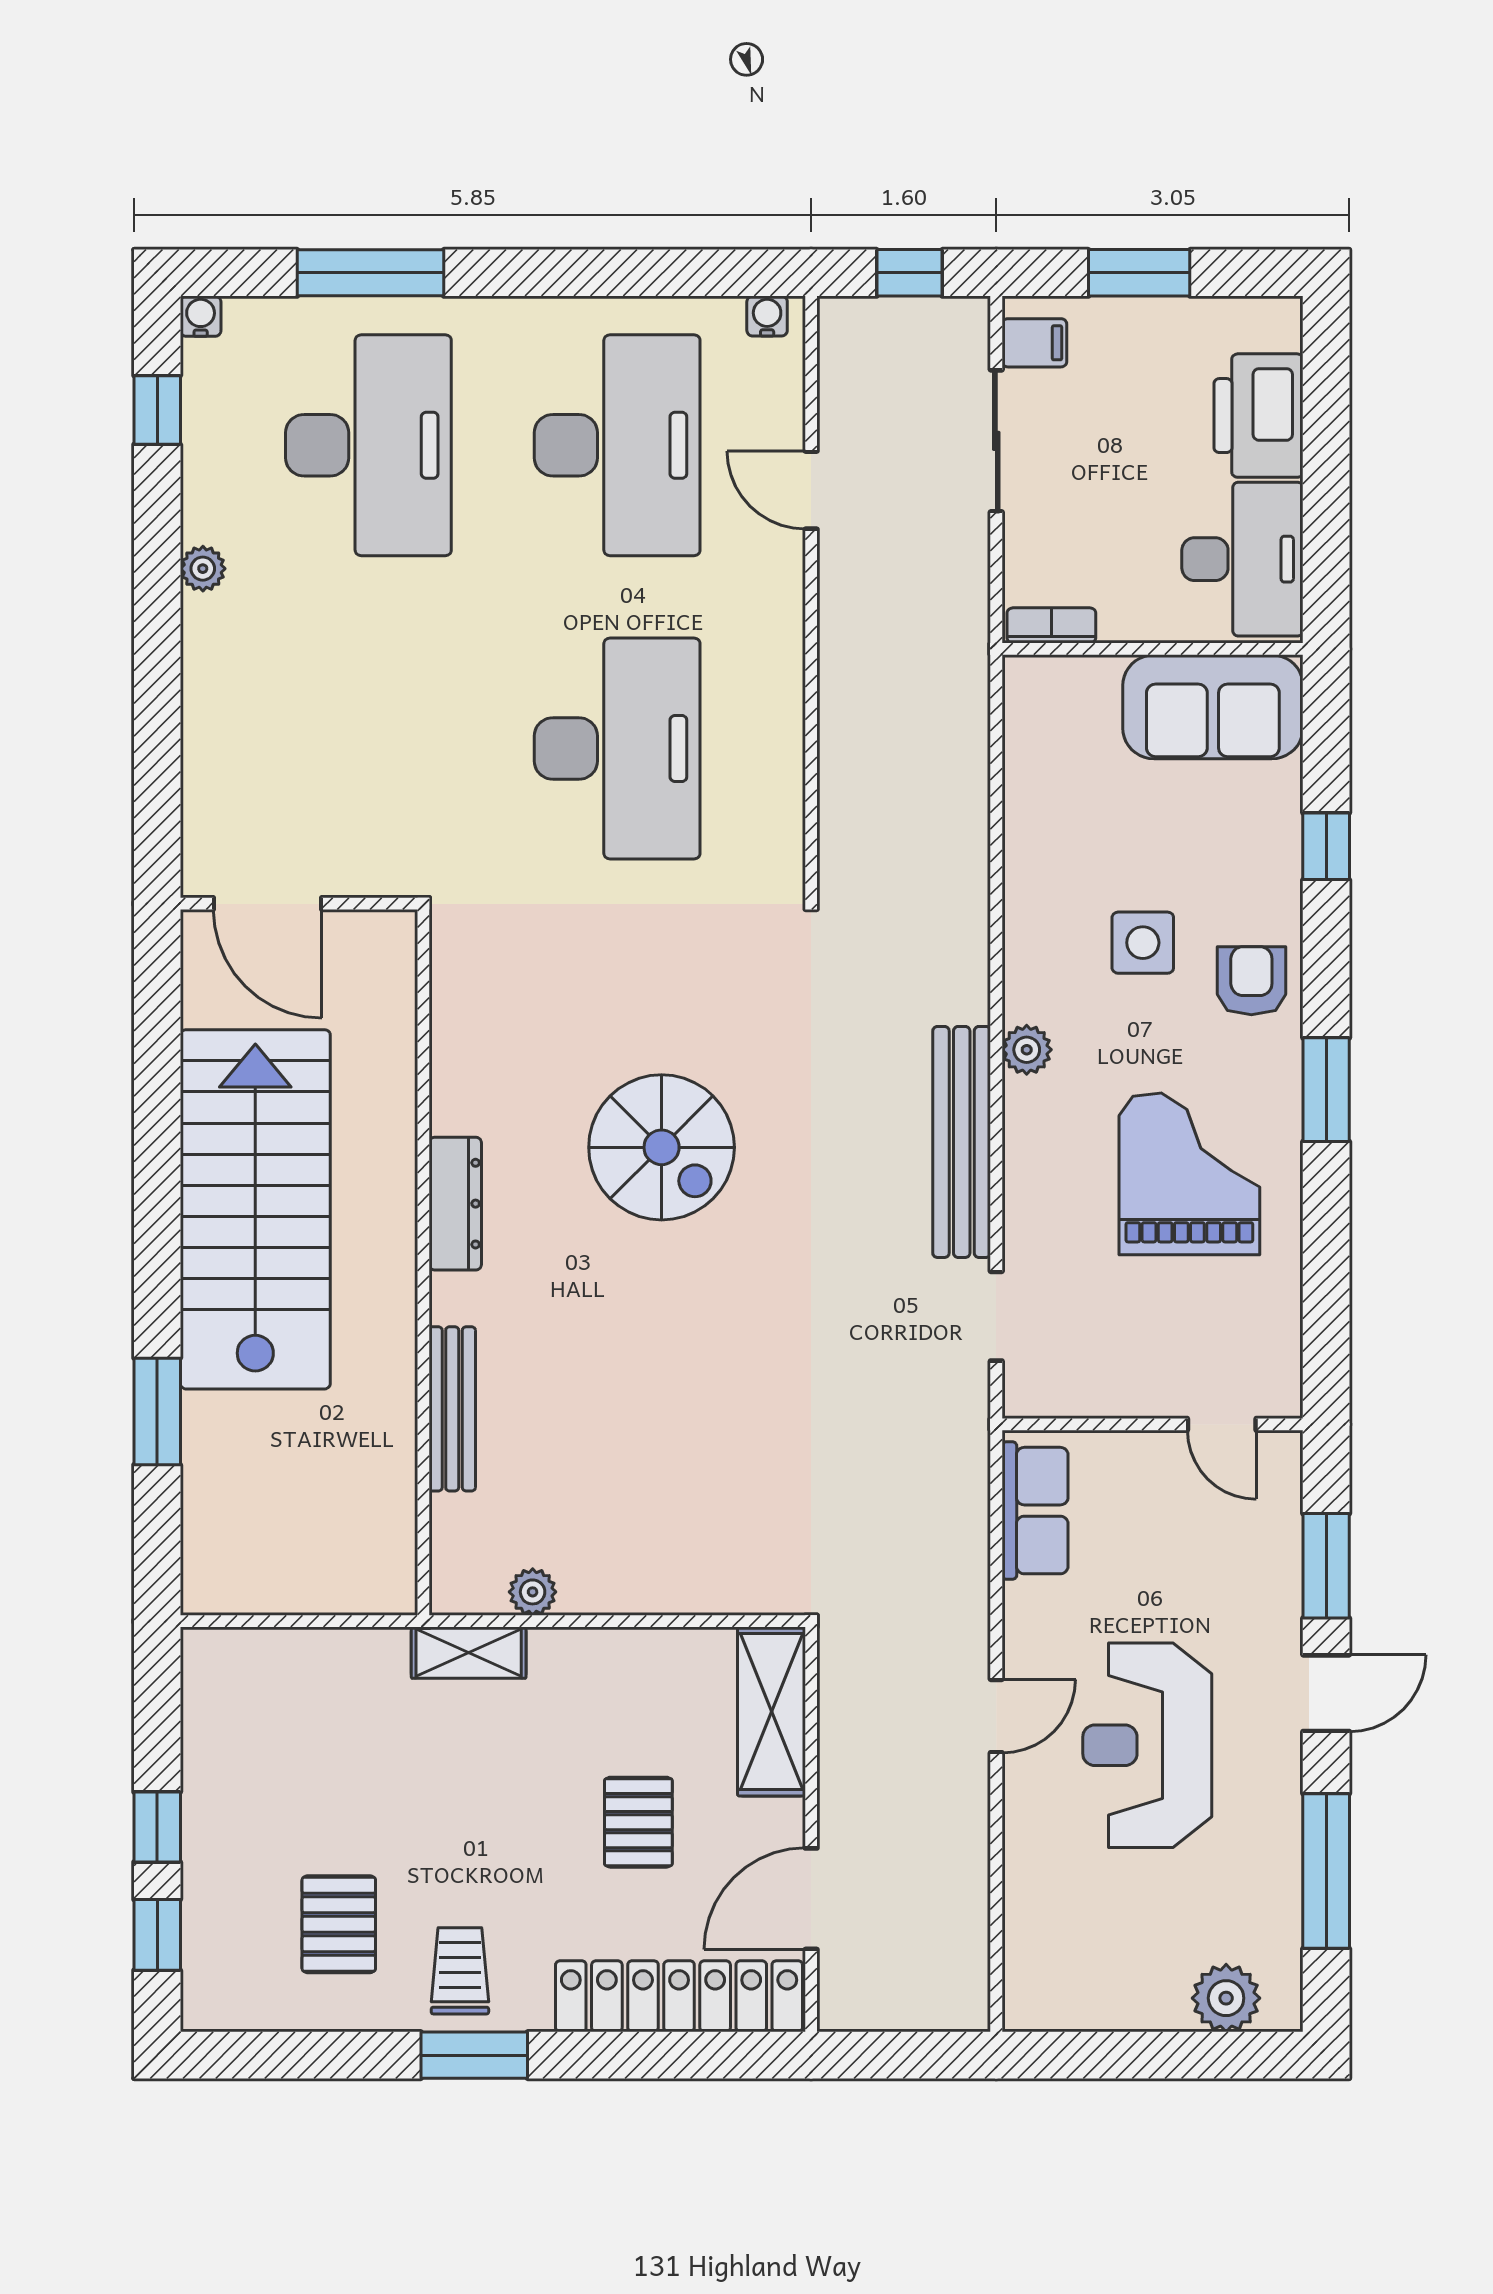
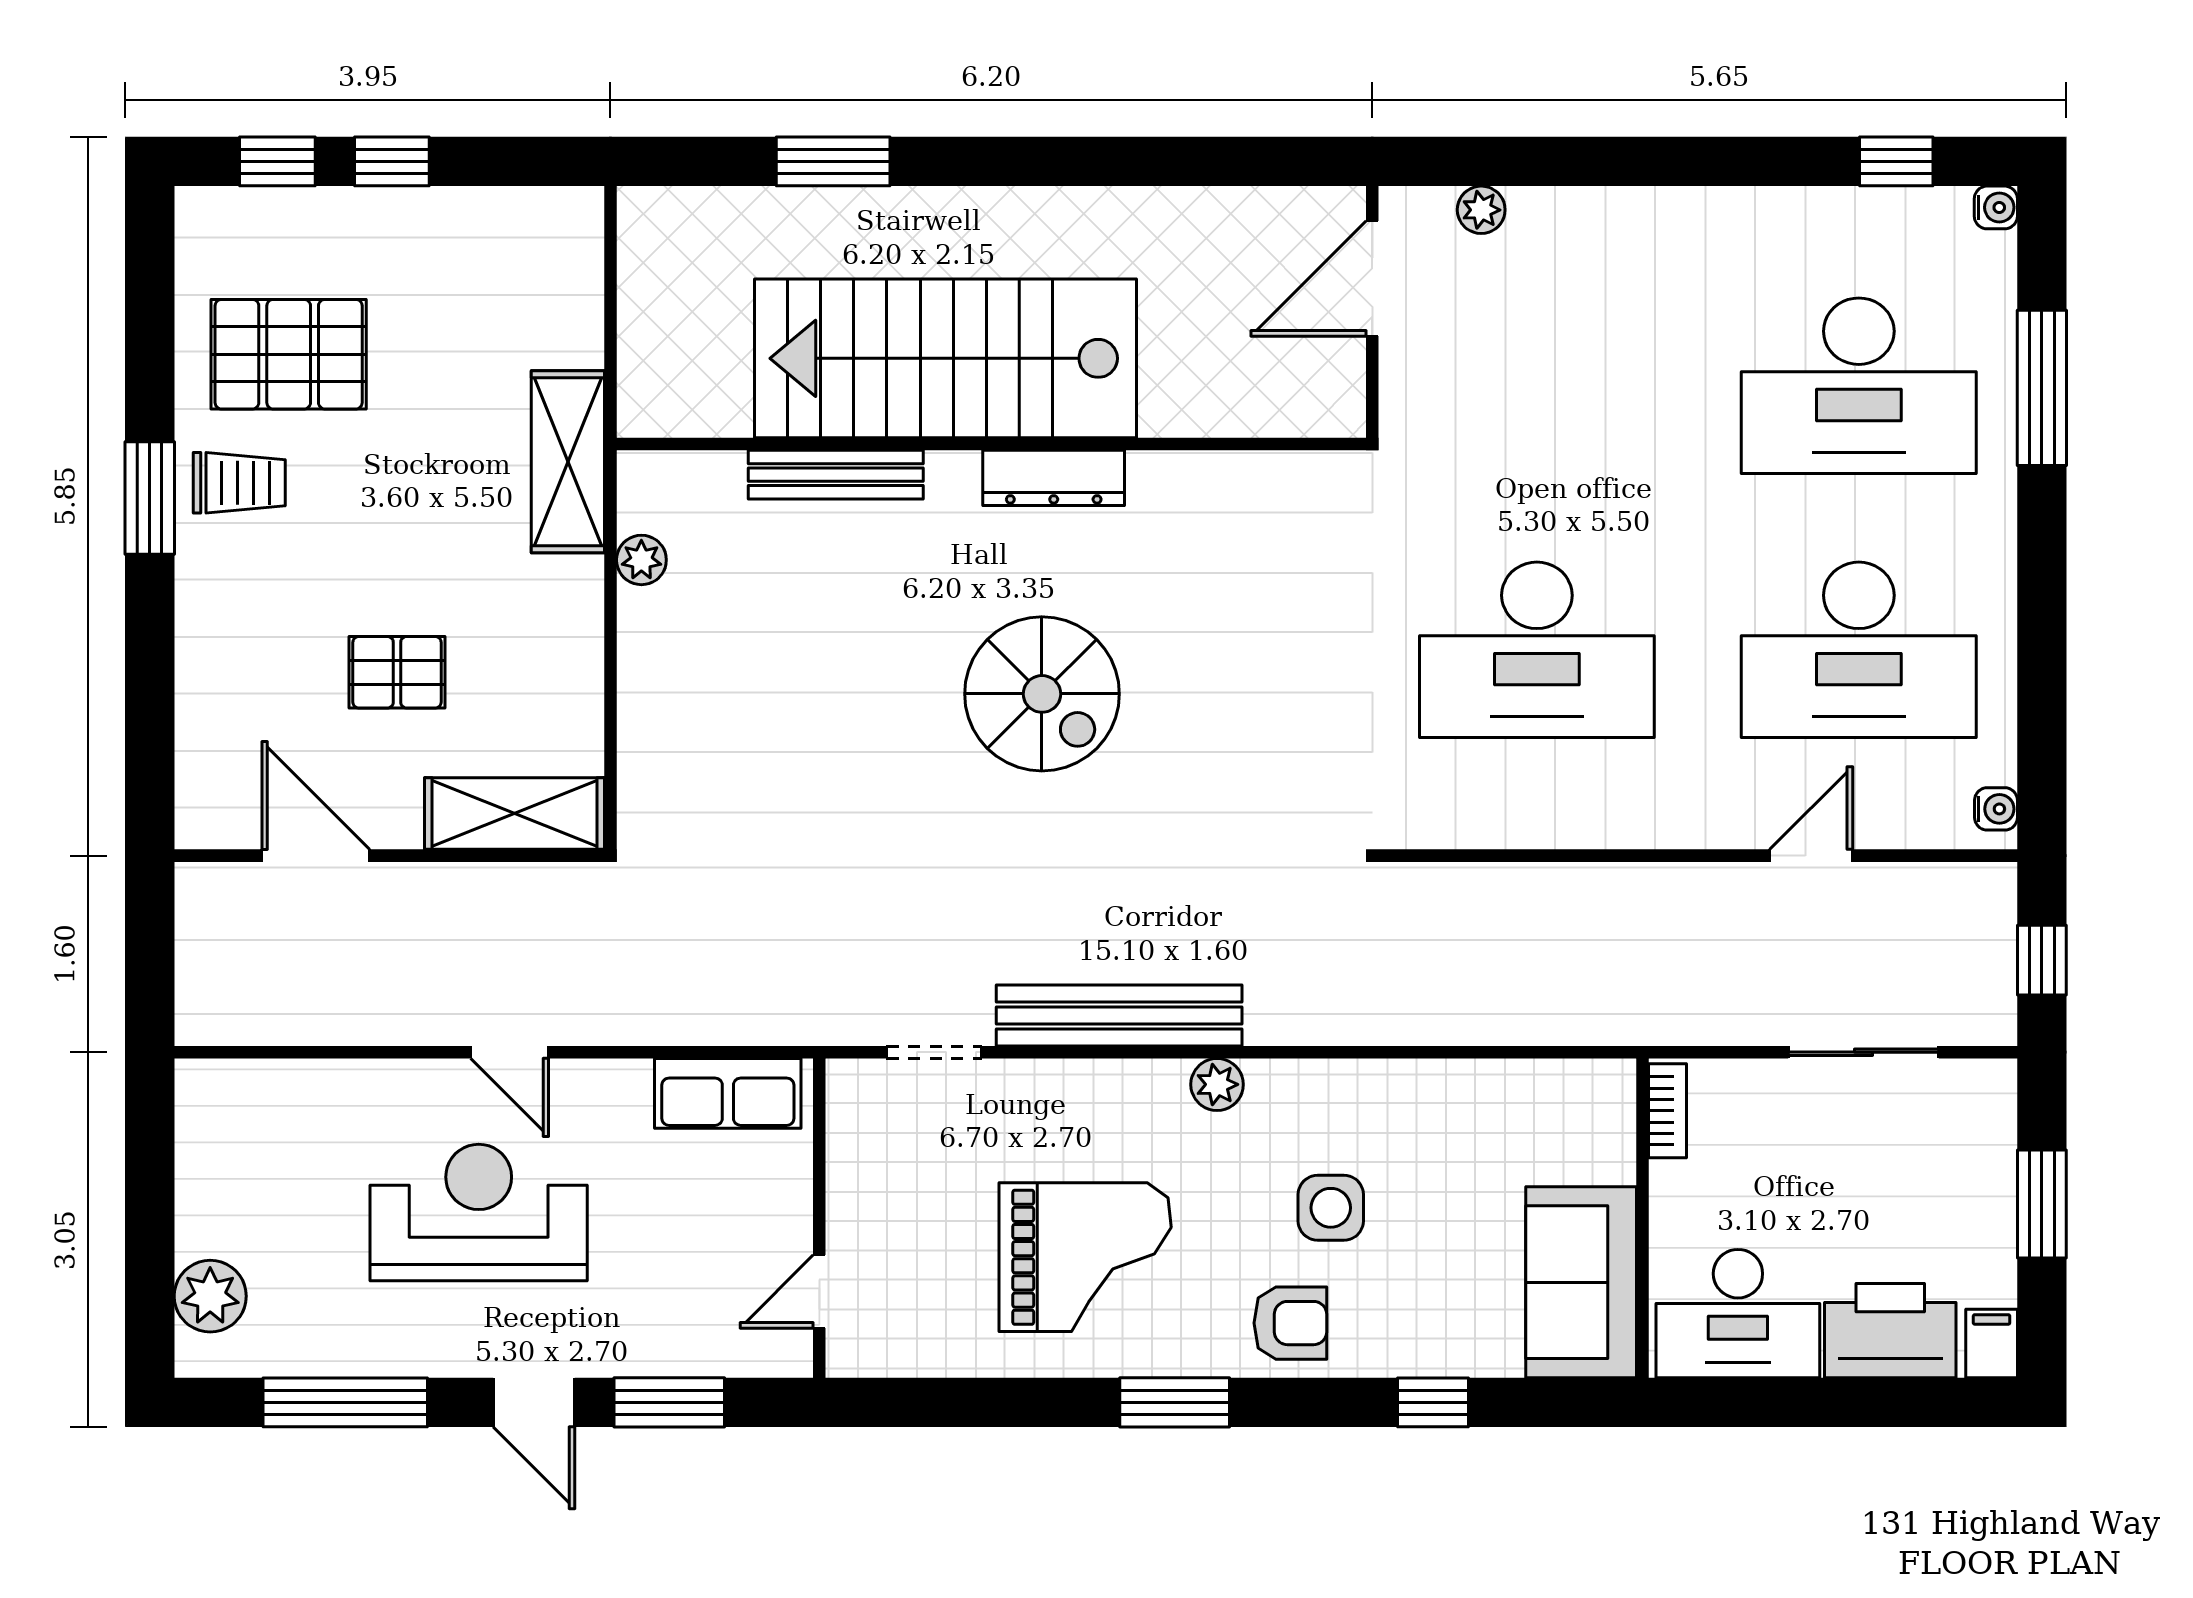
filing cabinet: (1034, 343) -> (1992, 1344), moved, turned 180
plant: (203, 569) -> (1481, 210), moved
spiral stairs: (662, 1147) -> (1042, 694), moved, turned -90
stairs: (255, 1209) -> (946, 358), moved, turned 180
shelving: (469, 1653) -> (568, 462), width x1.50, depth x1.33
pallet: (339, 1924) -> (289, 354), width x1.50, depth x1.42
locker: (679, 1996) -> (212, 715), removed

